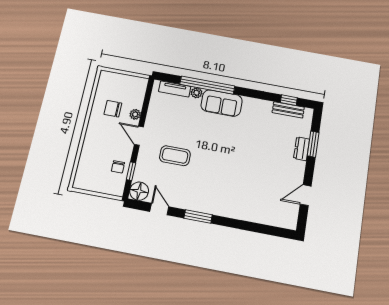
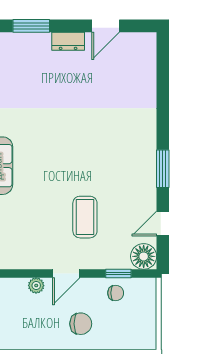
chair: (113, 109) -> (81, 324), moved, turned -90
dresser: (302, 149) -> (68, 41), moved
door: (306, 195) -> (106, 26), hinge flipped

